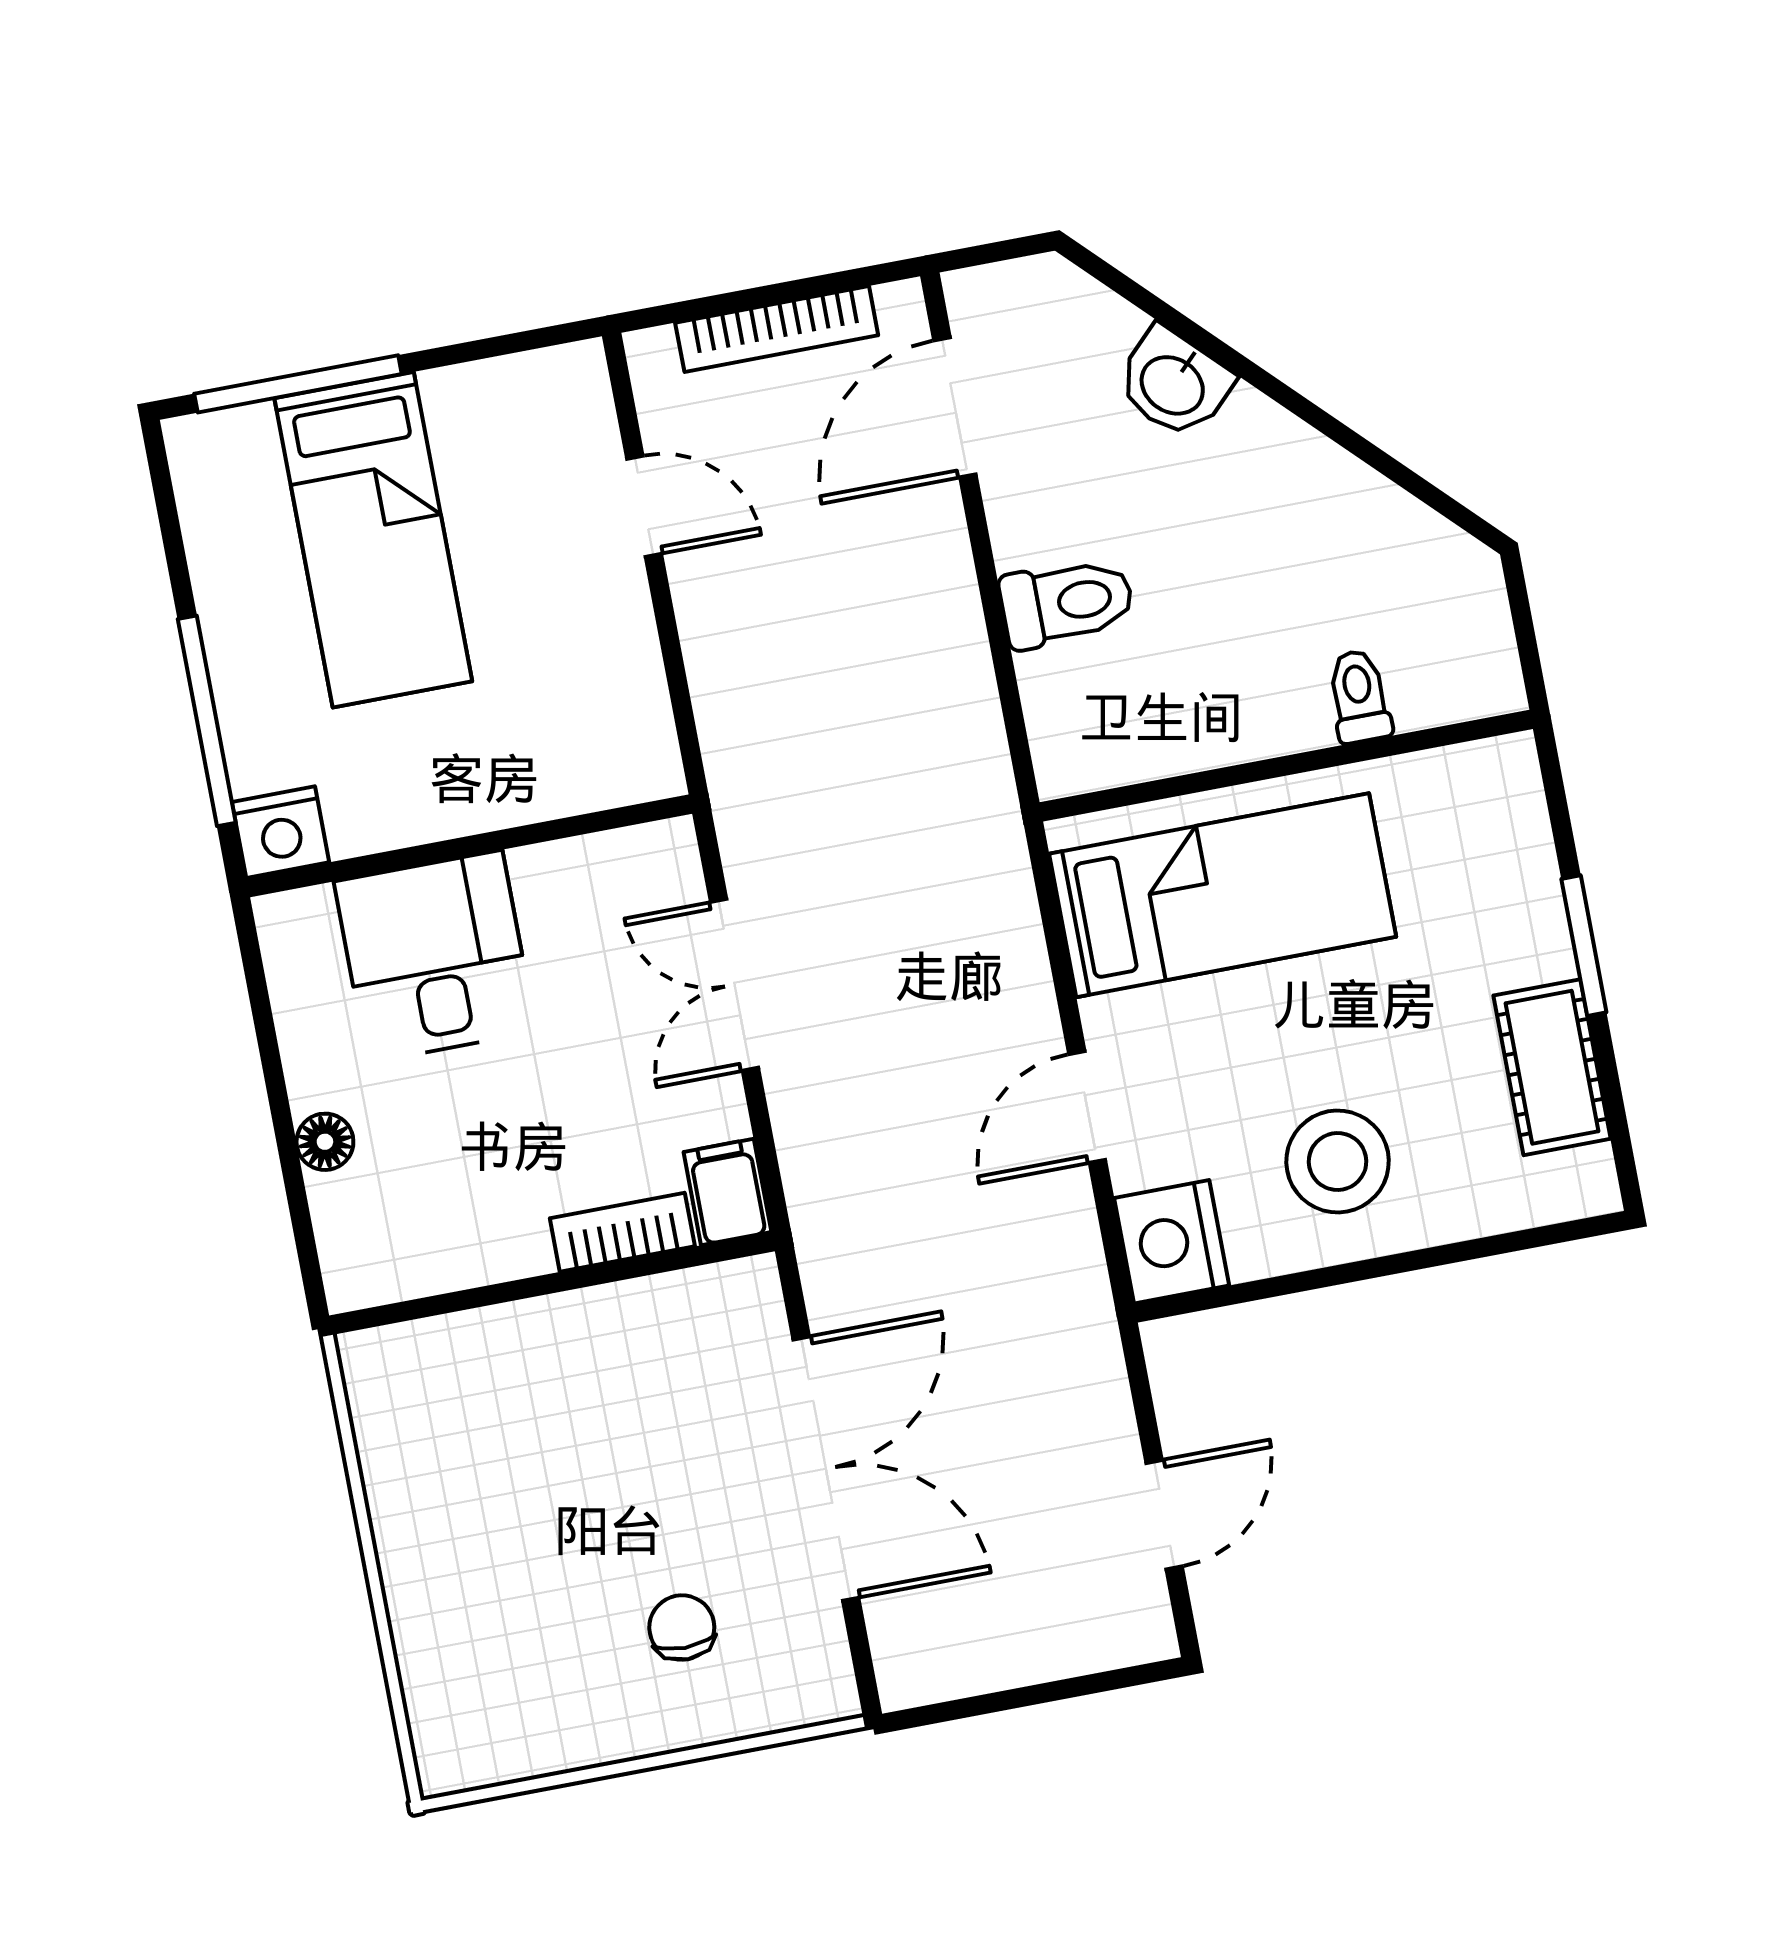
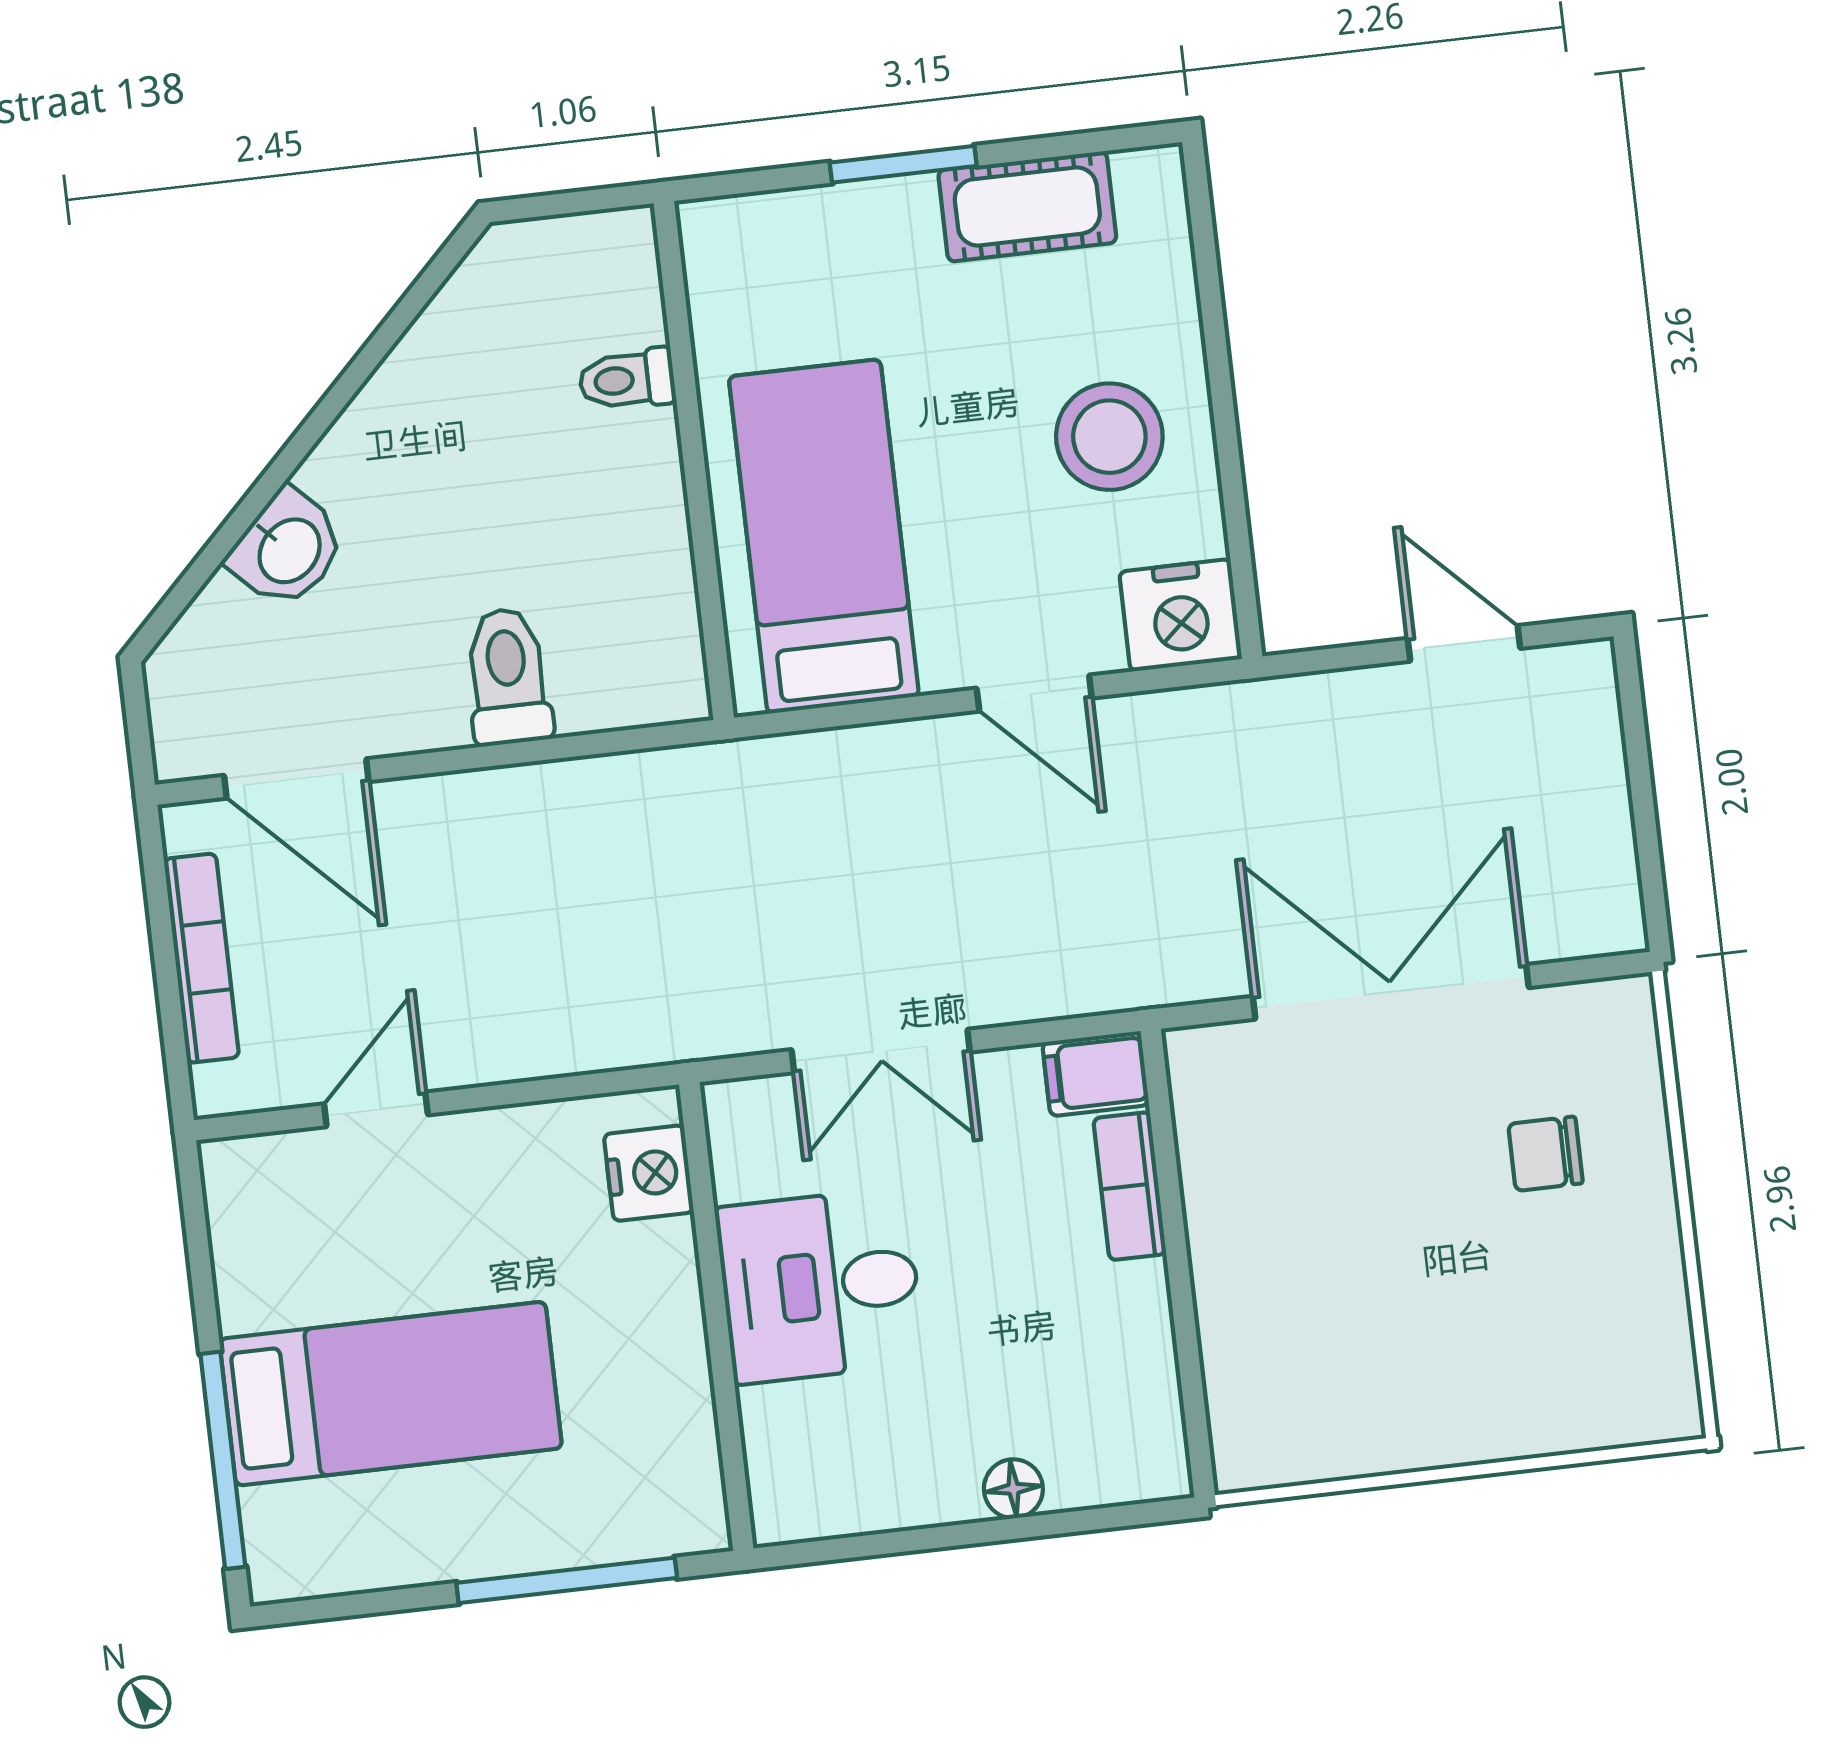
nightstand: (281, 832) -> (649, 1173), moved
desk: (435, 956) -> (820, 1286), moved

